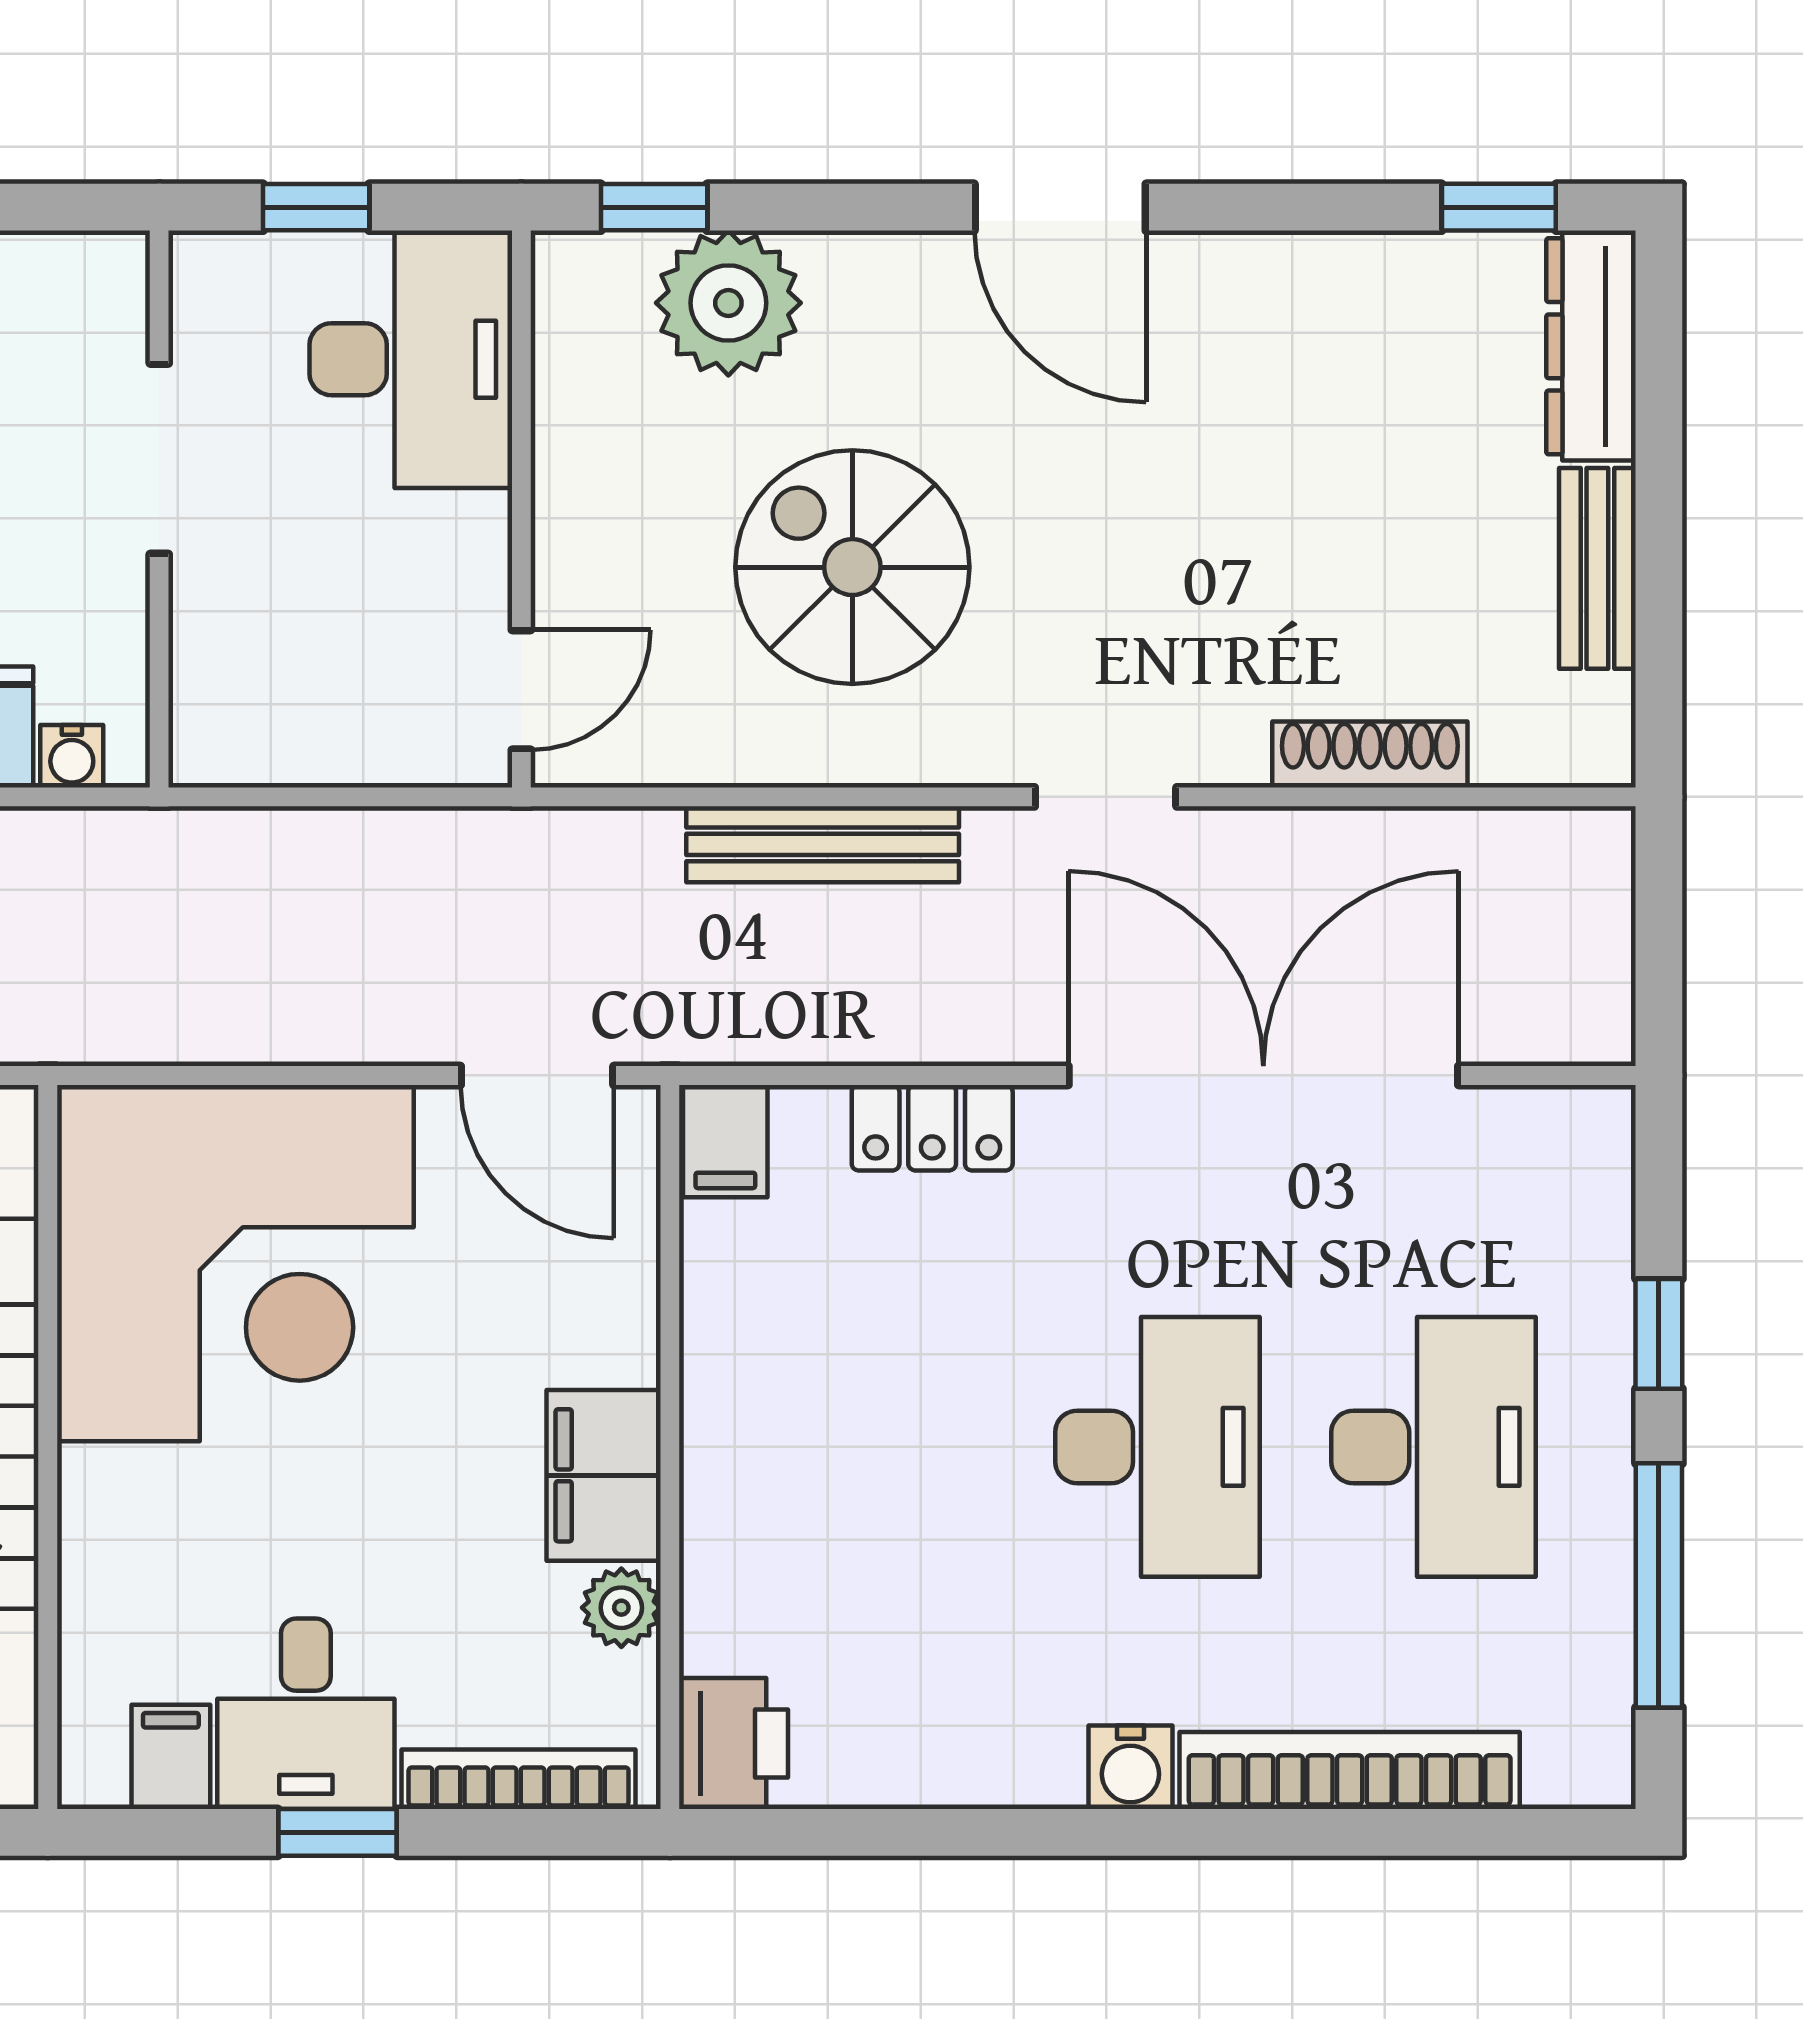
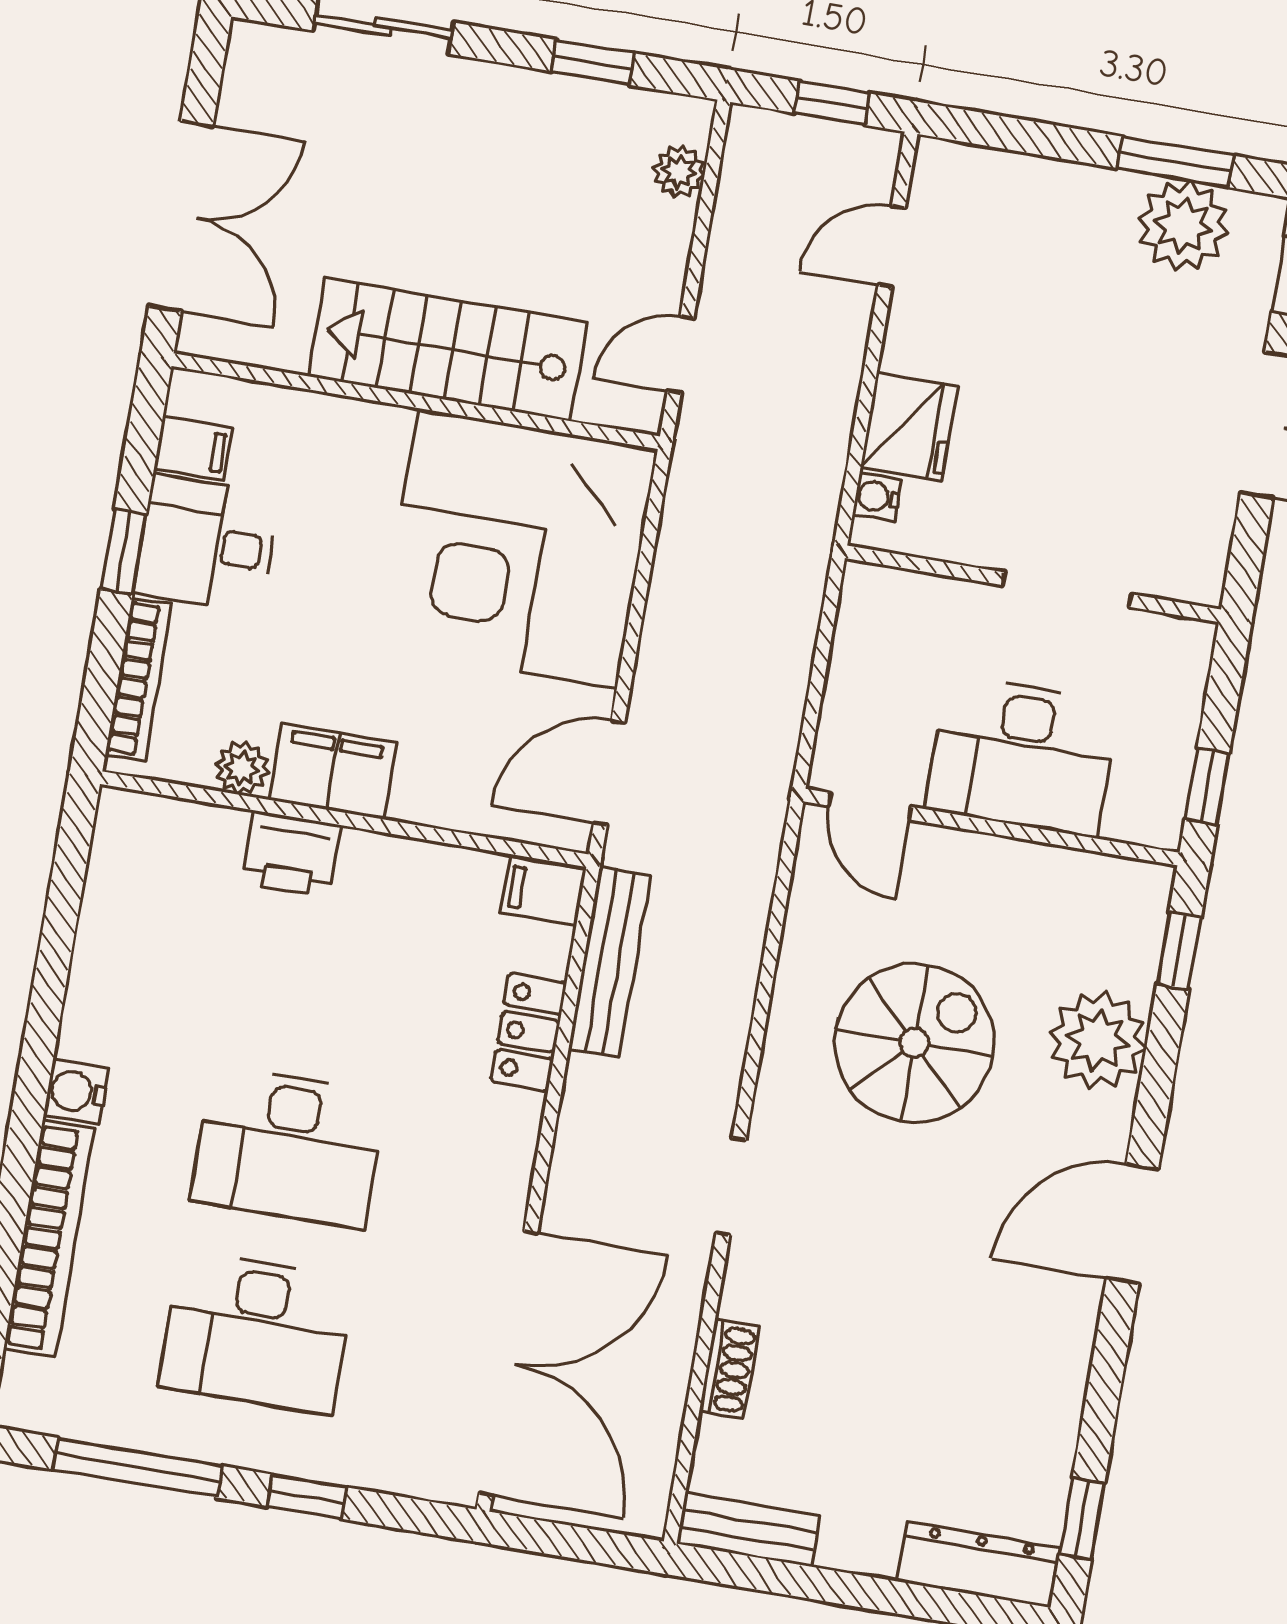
window: (316, 207) -> (1207, 786), moved
plant: (728, 303) -> (1097, 1040), moved
desk: (411, 359) -> (1022, 756), moved
bench: (1597, 568) -> (748, 1530), moved
shoe rack: (1370, 754) -> (729, 1369), width x0.70
bench: (823, 844) -> (610, 962), moved
double door: (1263, 1075) -> (508, 1363), moved
printer: (733, 1743) -> (291, 854), moved

